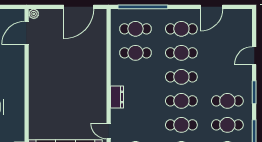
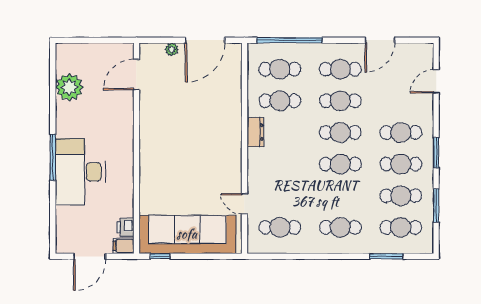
plant: (34, 14) -> (172, 49), moved
door: (254, 56) -> (436, 81), moved
dresser: (117, 97) -> (255, 132), moved
cafe table: (181, 125) -> (401, 132), moved

